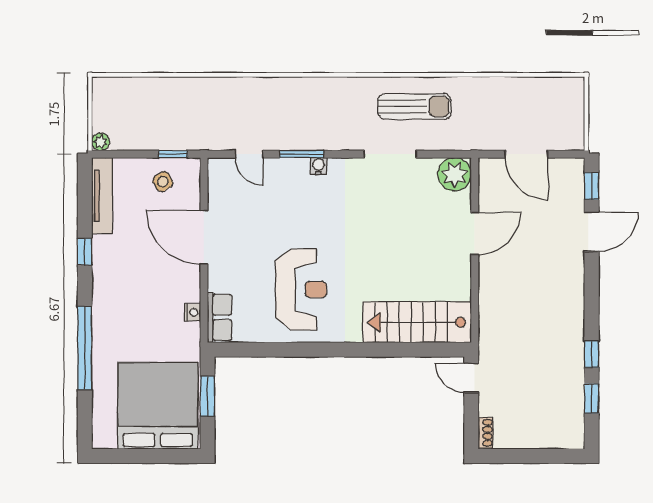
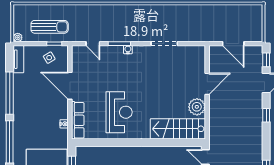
sun lounger: (415, 106) -> (50, 27), moved
plant: (455, 174) -> (197, 107), moved
tv unit: (102, 196) -> (18, 59), width x0.71
window: (85, 252) -> (10, 93), width x3.17
row of seats: (220, 317) -> (78, 120), width x1.48
window: (592, 354) -> (266, 115), moved

